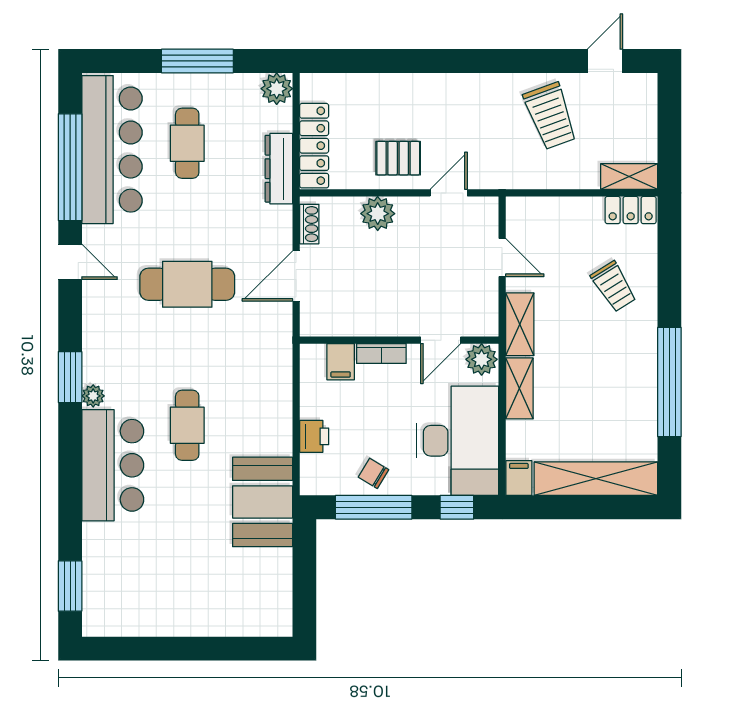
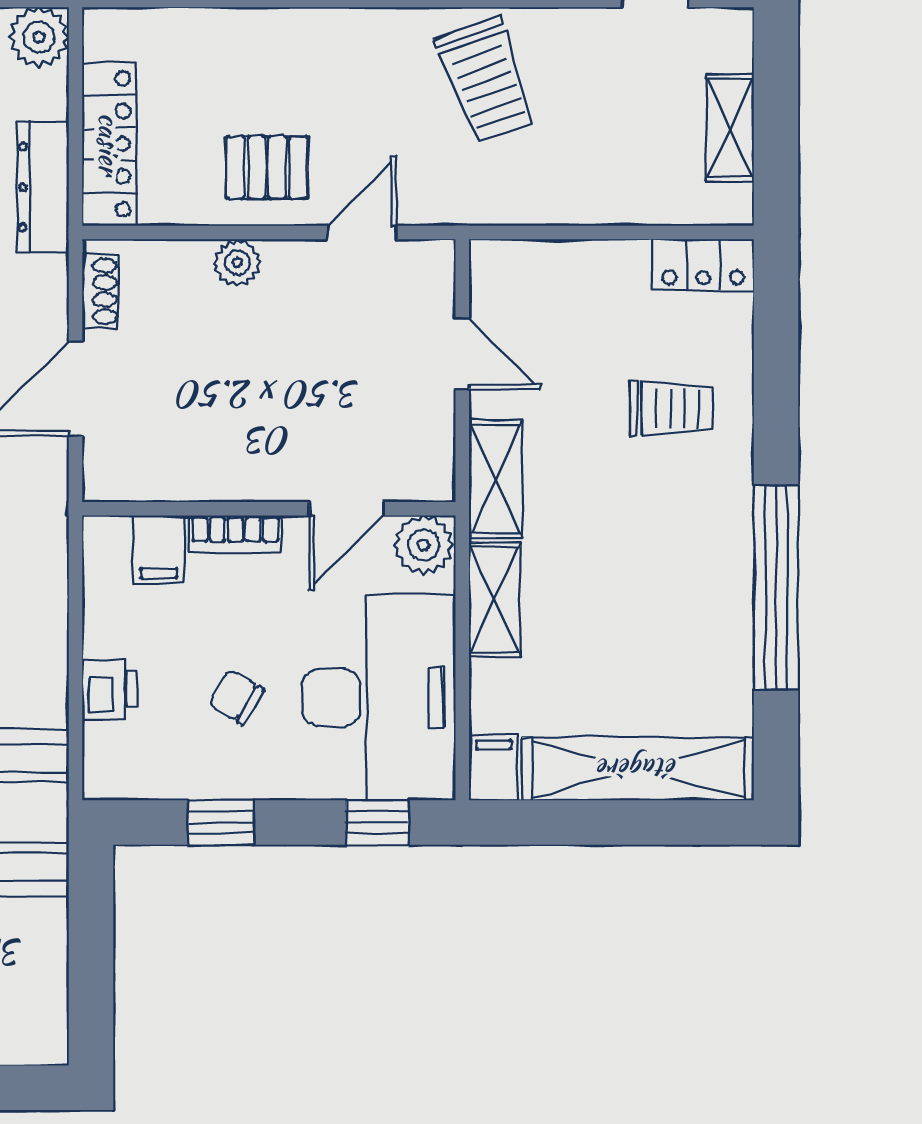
trolley: (550, 116) -> (486, 80), moved
shelving: (629, 177) -> (730, 128), moved, turned 90
plant: (378, 214) -> (237, 263), width x0.73, depth x0.73
trolley: (614, 287) -> (672, 408), turned -58
chair: (373, 473) -> (236, 697), moved
window: (374, 507) -> (221, 823), width x0.46

